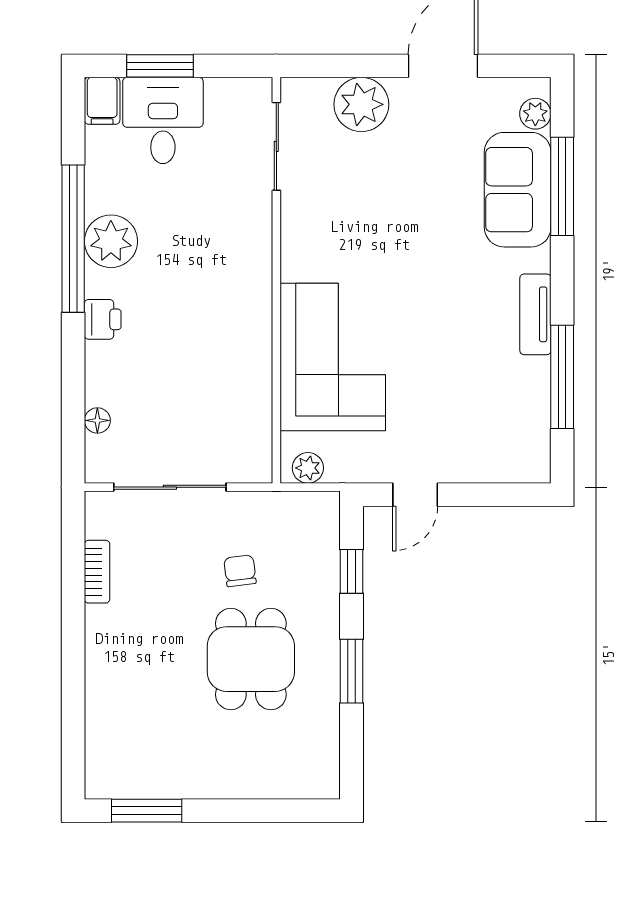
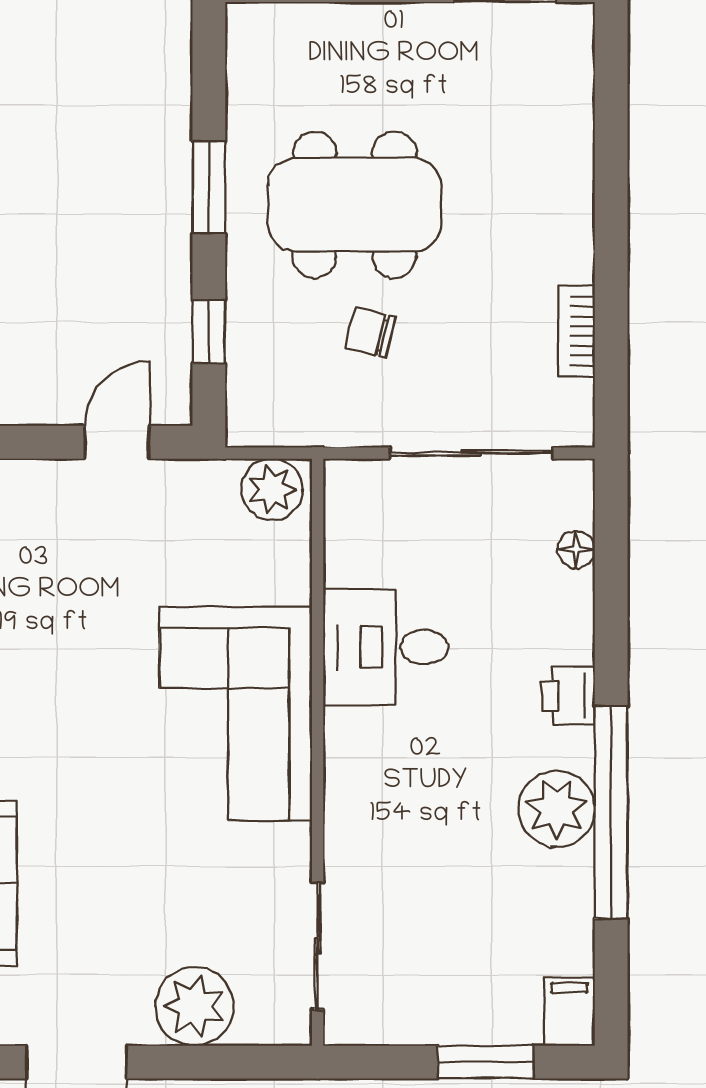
desk: (163, 120) -> (386, 647), moved, turned 90
corner sofa: (333, 357) -> (236, 714), moved
plant: (308, 468) -> (272, 489), width x1.38, depth x1.38
chair: (240, 571) -> (370, 332), turned 111
dining table: (251, 659) -> (354, 205), width x1.38

